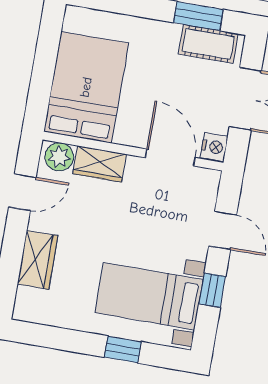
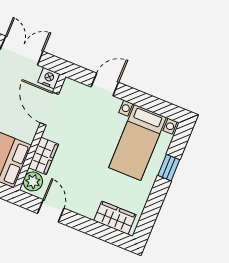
door: (170, 158) -> (49, 109), hinge flipped
wardrobe: (38, 260) -> (115, 218), moved
window: (212, 290) -> (143, 100), removed

